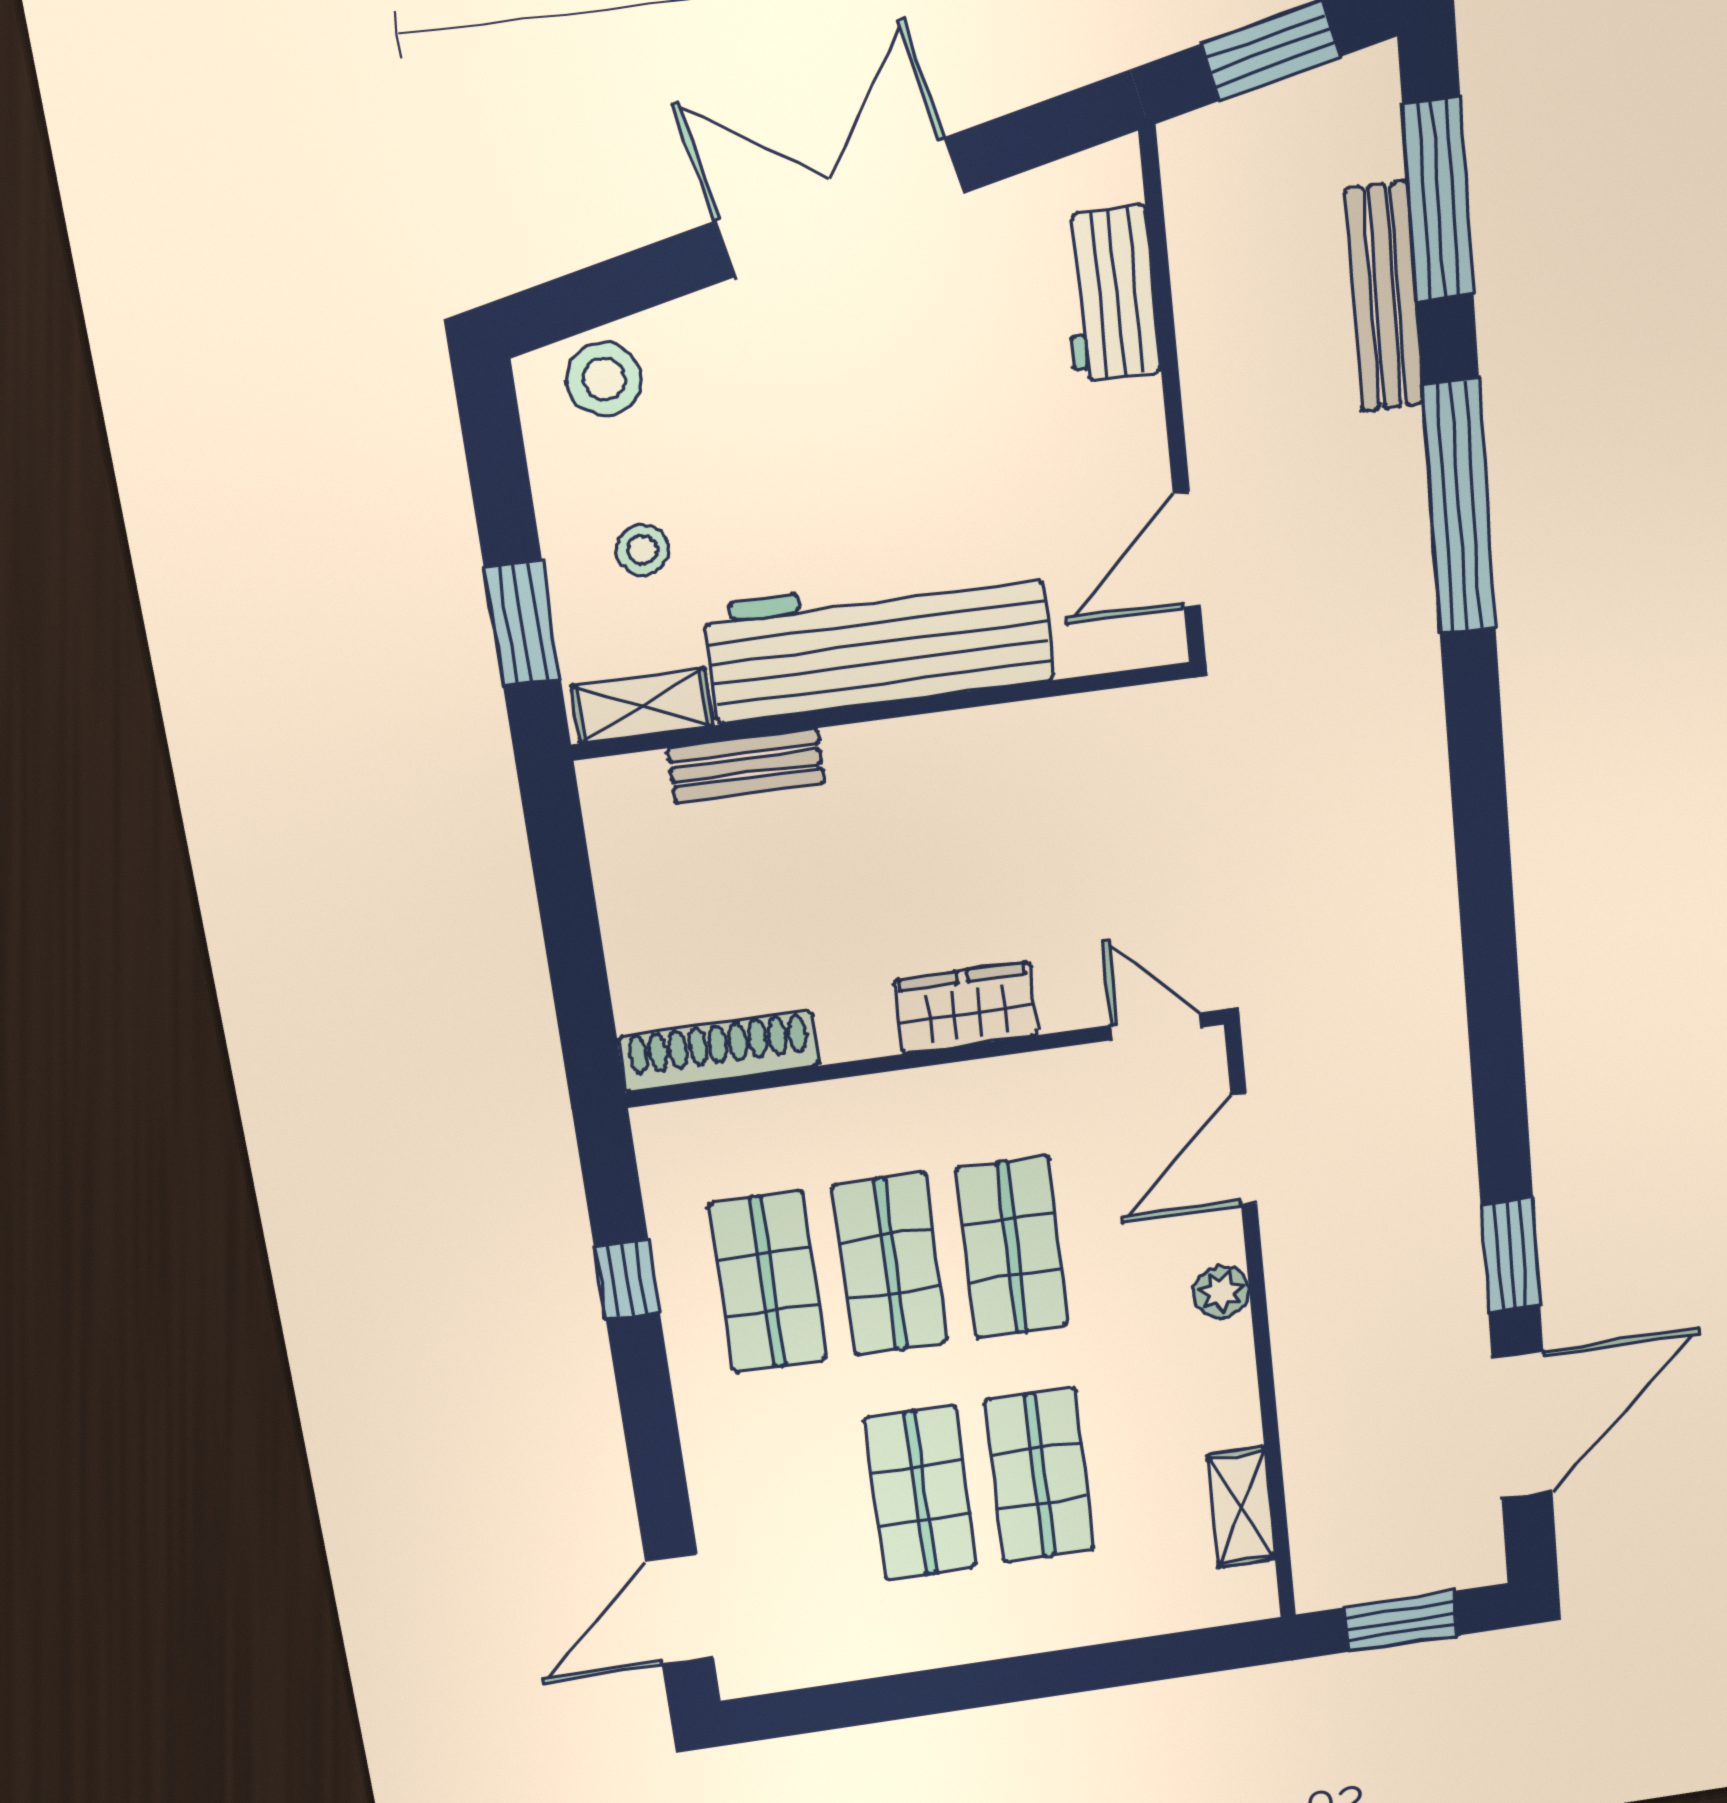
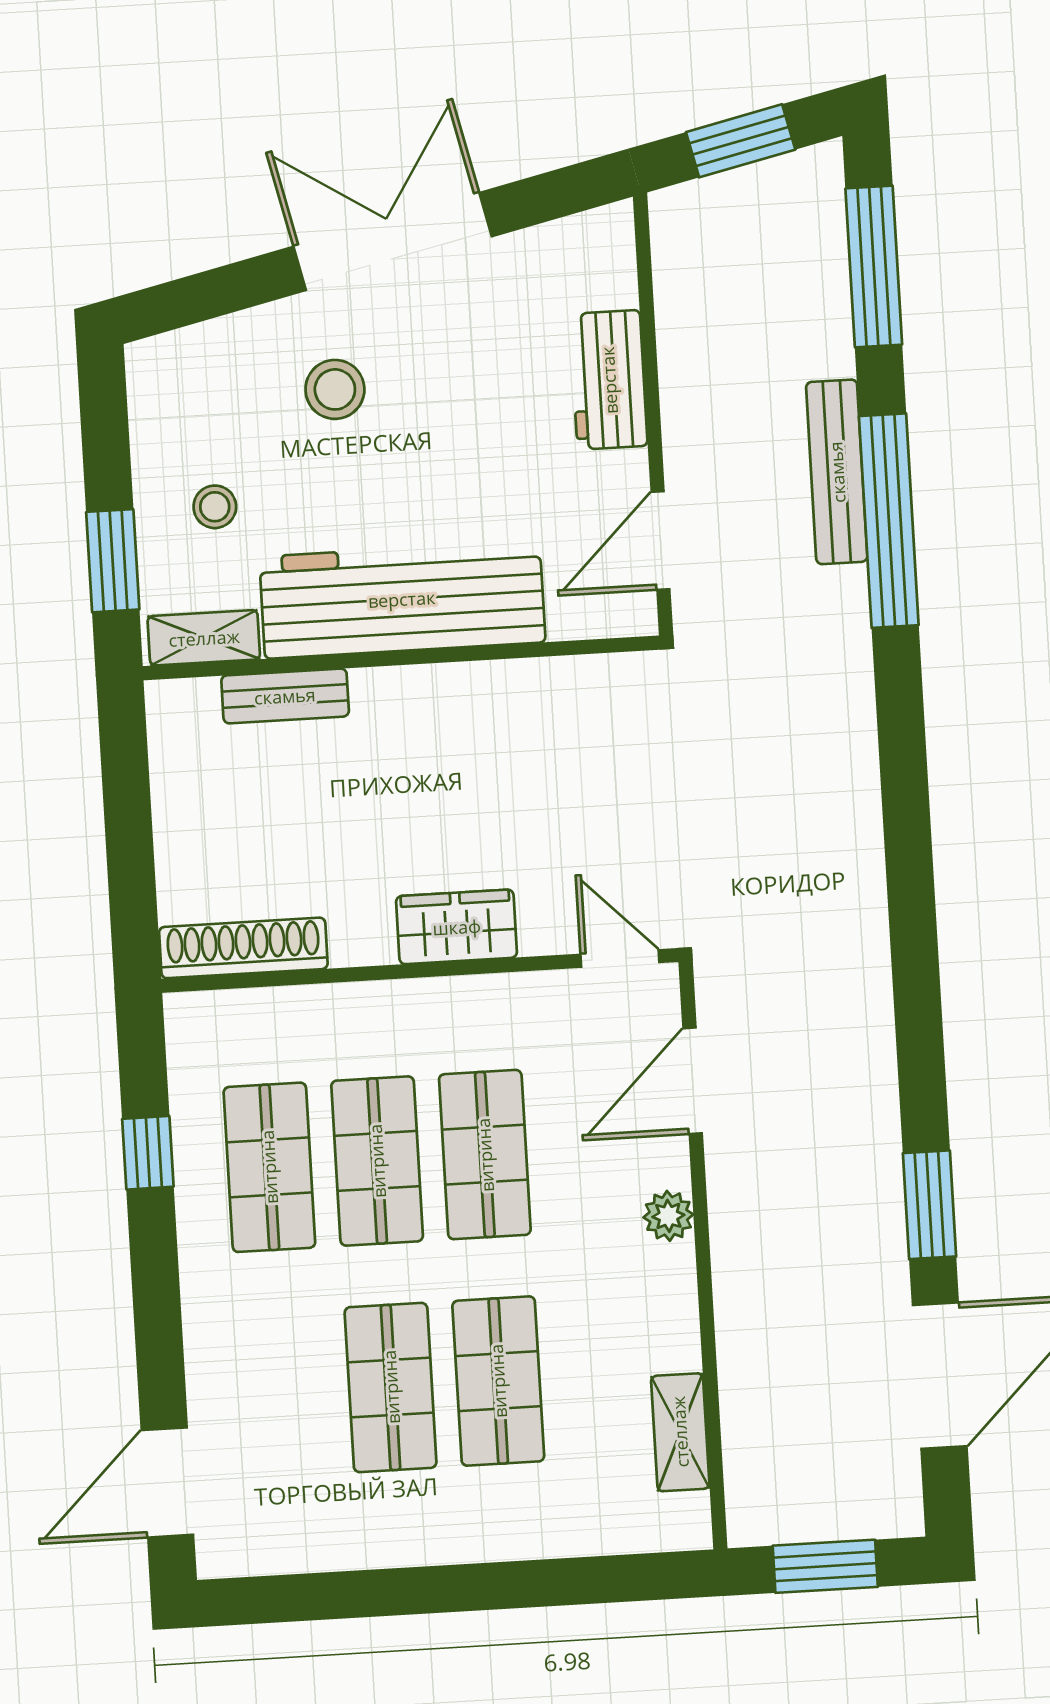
workbench: (1110, 294) -> (609, 380), moved
bench: (1385, 297) -> (837, 472), moved
stool: (604, 379) -> (335, 389), moved

